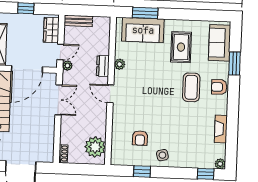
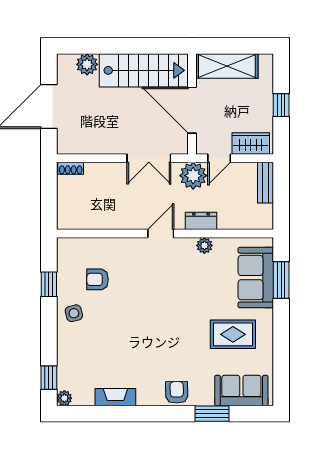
door: (60, 52) -> (219, 158), hinge flipped
plant: (67, 66) -> (193, 176), width x1.88, depth x1.88
coffee table: (191, 87) -> (175, 352), removed
plant: (95, 147) -> (82, 214), removed

